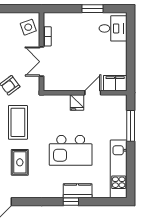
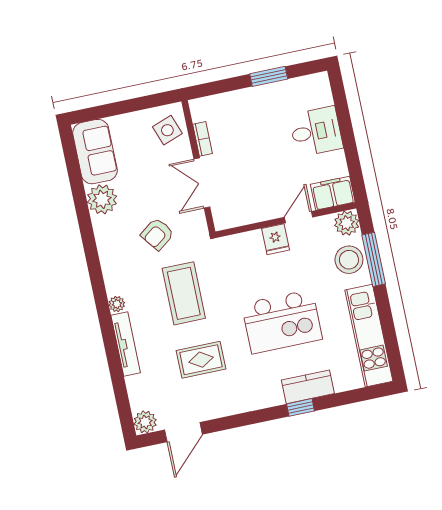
desk: (113, 28) -> (316, 131), moved
plant: (120, 102) -> (347, 223), added
stool: (116, 123) -> (349, 260), added
rug: (20, 162) -> (201, 360), turned 90

